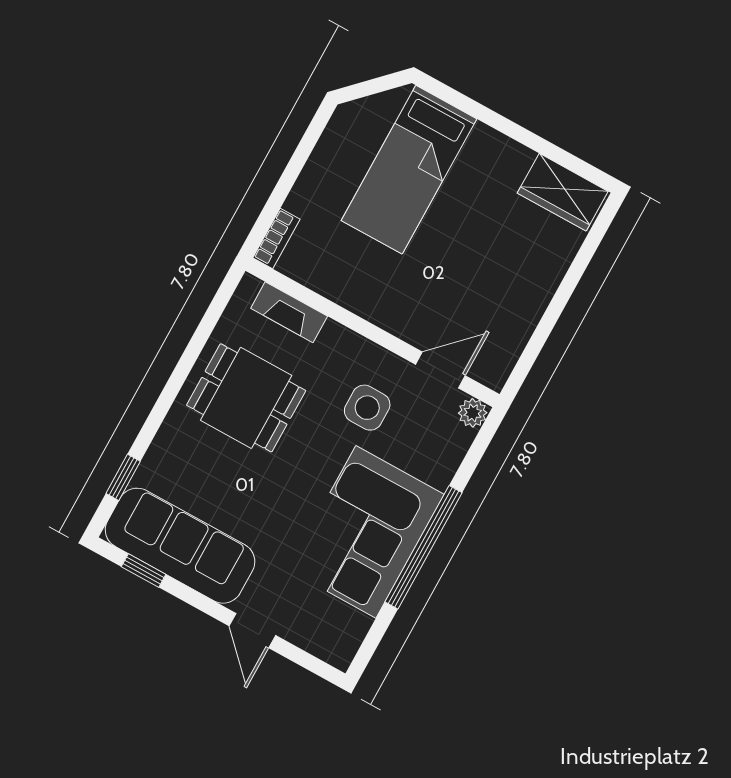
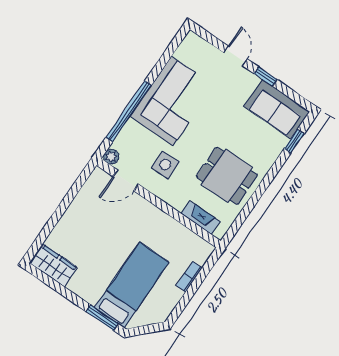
window: (460, 101) -> (102, 318), added
bookcase: (276, 238) -> (189, 277), moved
sofa: (180, 546) -> (277, 109), width x0.73
window: (424, 547) -> (129, 111), moved
window: (144, 571) -> (266, 77), moved

